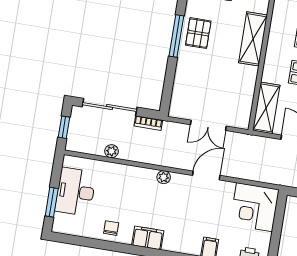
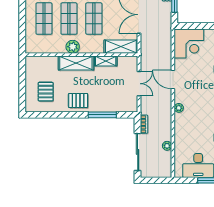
window: (176, 36) -> (102, 115), moved
plant: (277, 38) -> (73, 47), added
shelving: (249, 82) -> (106, 61), added
window: (64, 127) -> (156, 180), removed

